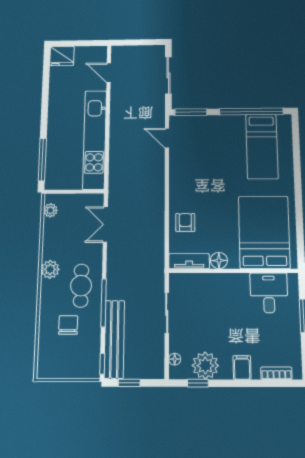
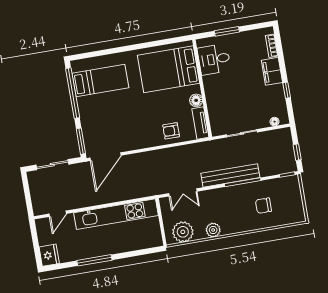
door: (167, 138) -> (105, 157), width x1.88
window: (42, 160) -> (94, 260), moved
plant: (50, 210) -> (183, 232), width x1.88, depth x1.88
plant: (50, 269) -> (213, 230), moved
cafe table: (81, 286) -> (233, 202), removed
bench: (114, 339) -> (230, 175), moved
plant: (205, 366) -> (275, 98), removed
filing cabinet: (242, 367) -> (272, 71), width x2.00
window: (198, 383) -> (287, 90), moved

